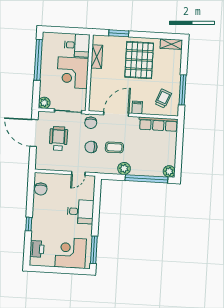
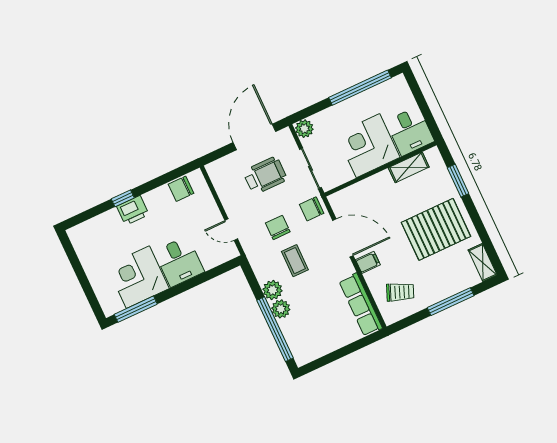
window: (183, 90) -> (451, 302), moved
plant: (169, 171) -> (281, 309), moved
printer: (37, 249) -> (133, 210), moved
corner desk: (71, 253) -> (138, 277), moved, turned -90

